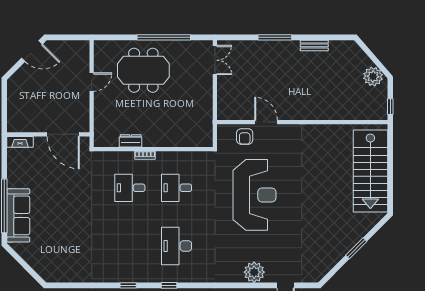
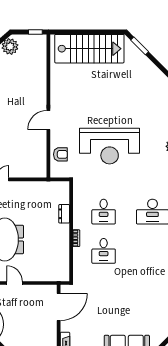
door: (266, 122) -> (48, 120), moved
dresser: (131, 141) -> (64, 214), moved
reception desk: (254, 195) -> (110, 146), turned 180
window: (356, 248) -> (140, 46), moved

